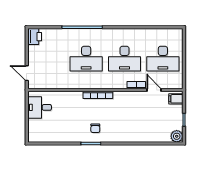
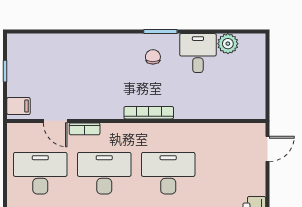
door: (27, 73) -> (267, 149), hinge flipped
desk: (40, 107) -> (198, 53), moved, turned -90
plant: (177, 136) -> (228, 44), moved

